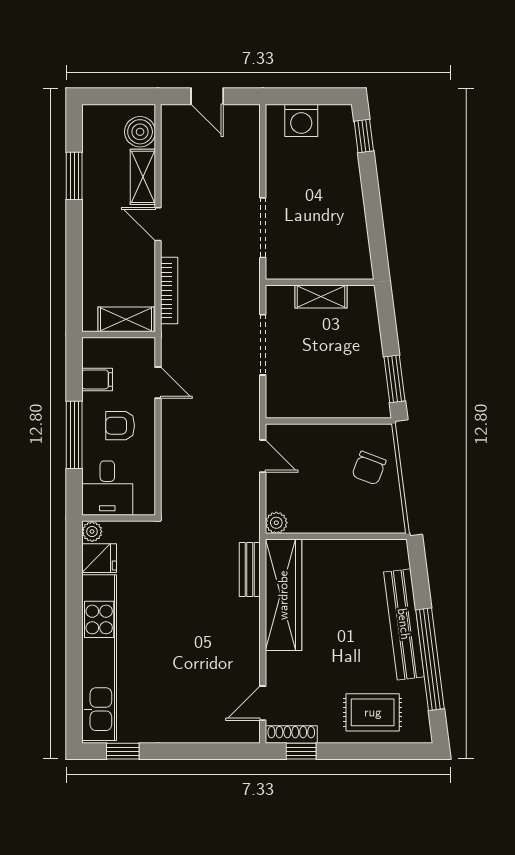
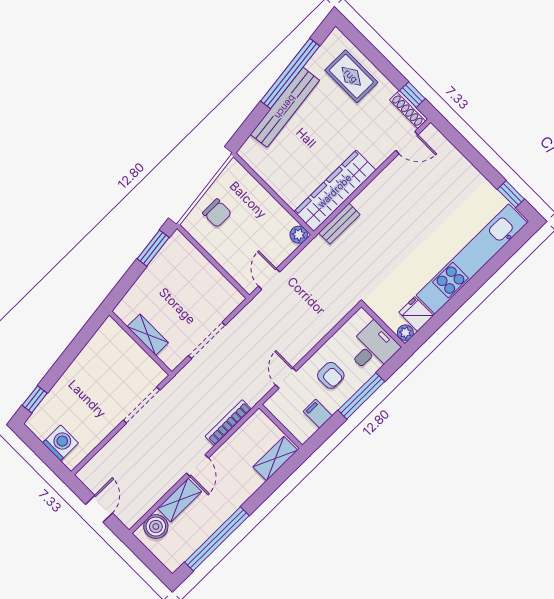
window: (74, 176) -> (217, 539), width x2.11
shelving: (126, 319) -> (275, 459), moved, turned 90
chair: (369, 468) -> (217, 213), turned 69

